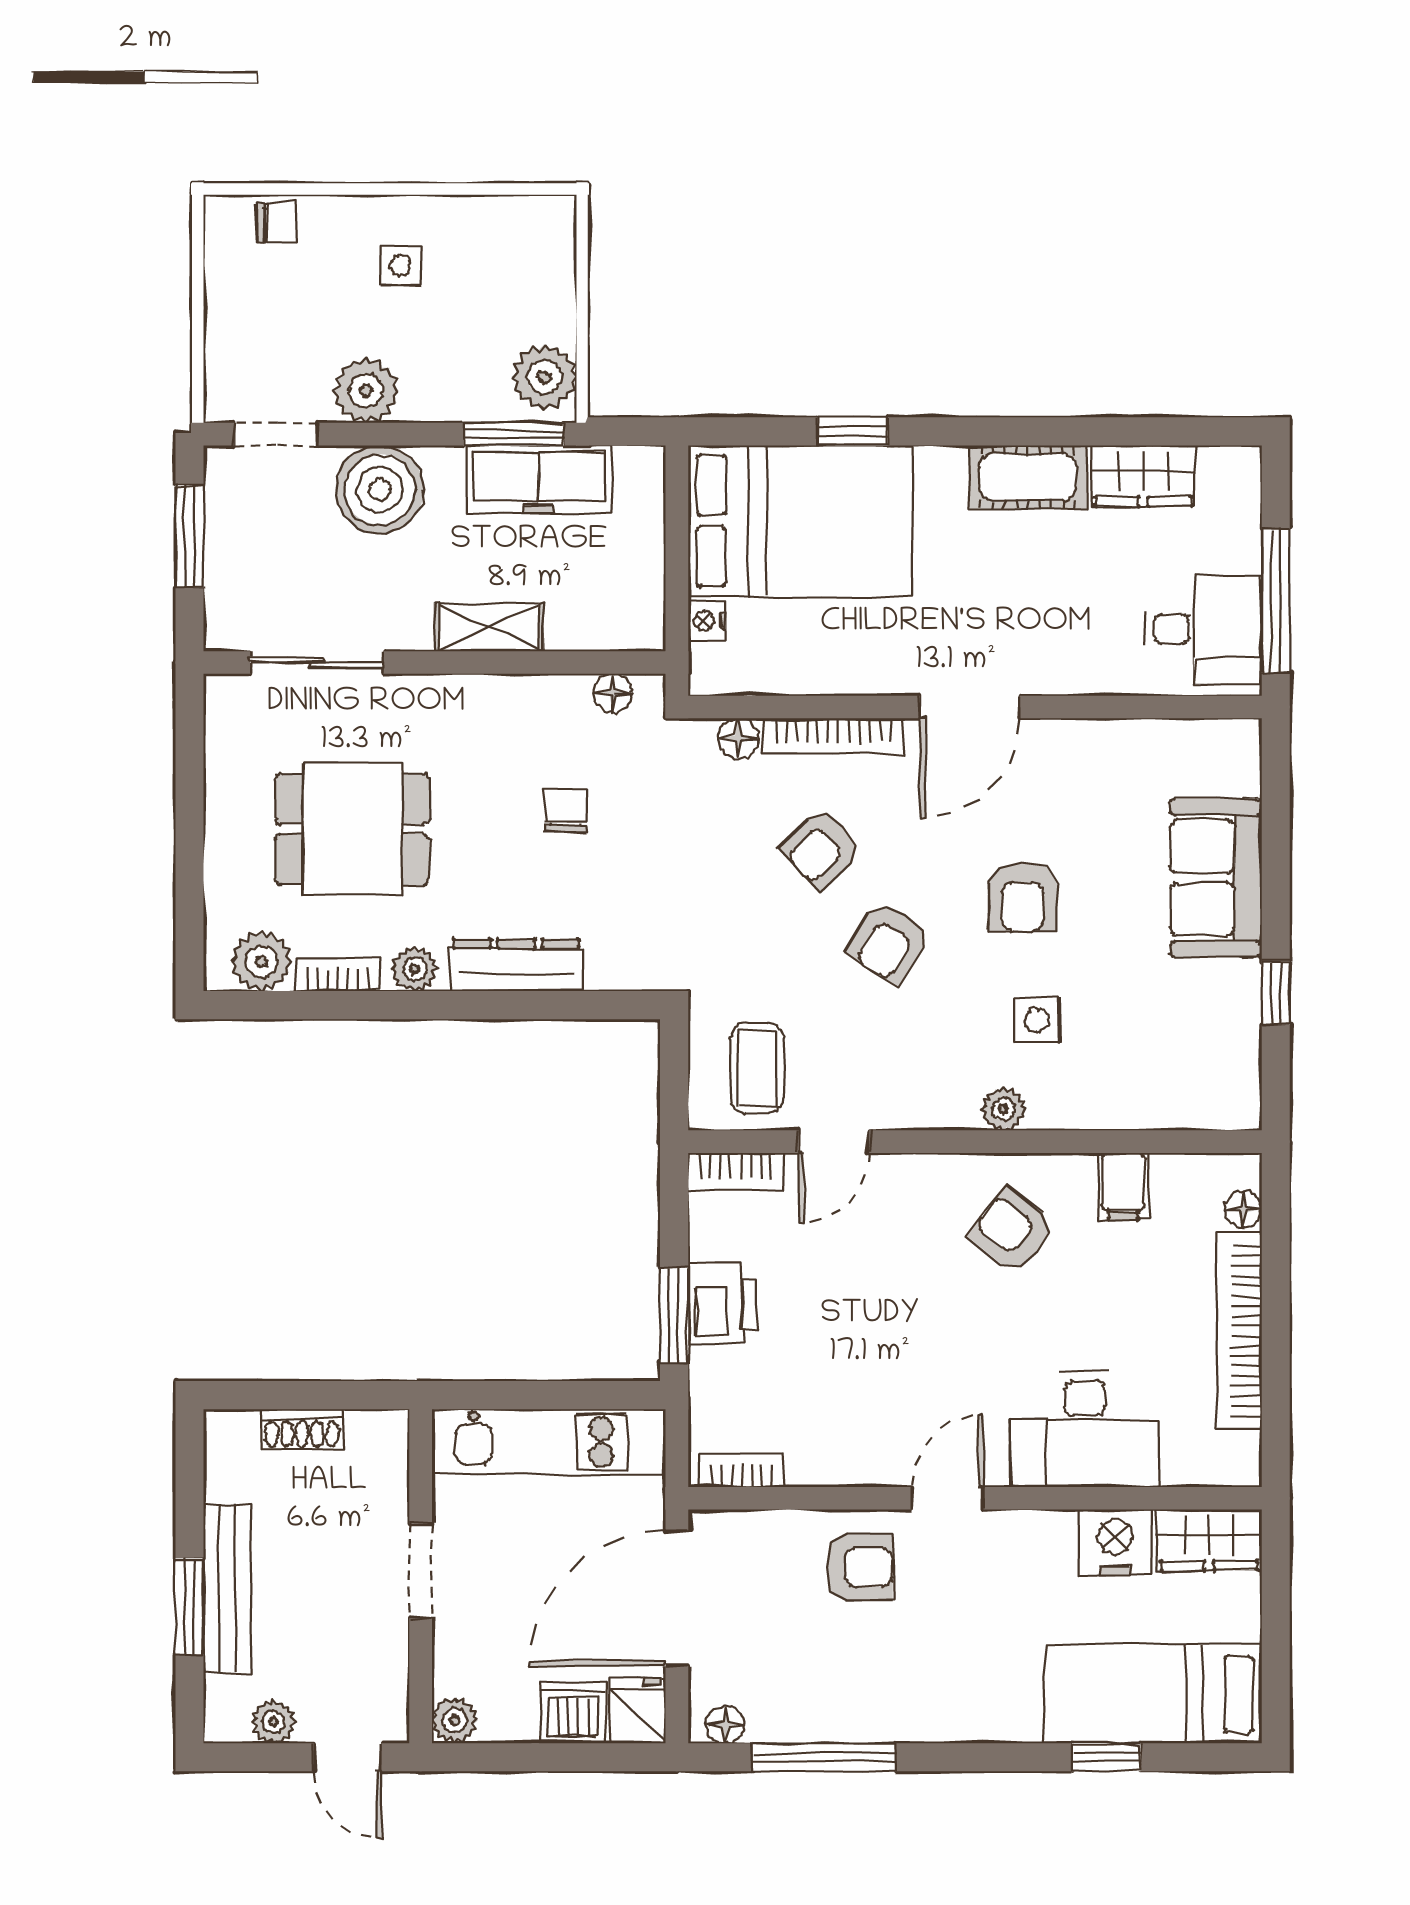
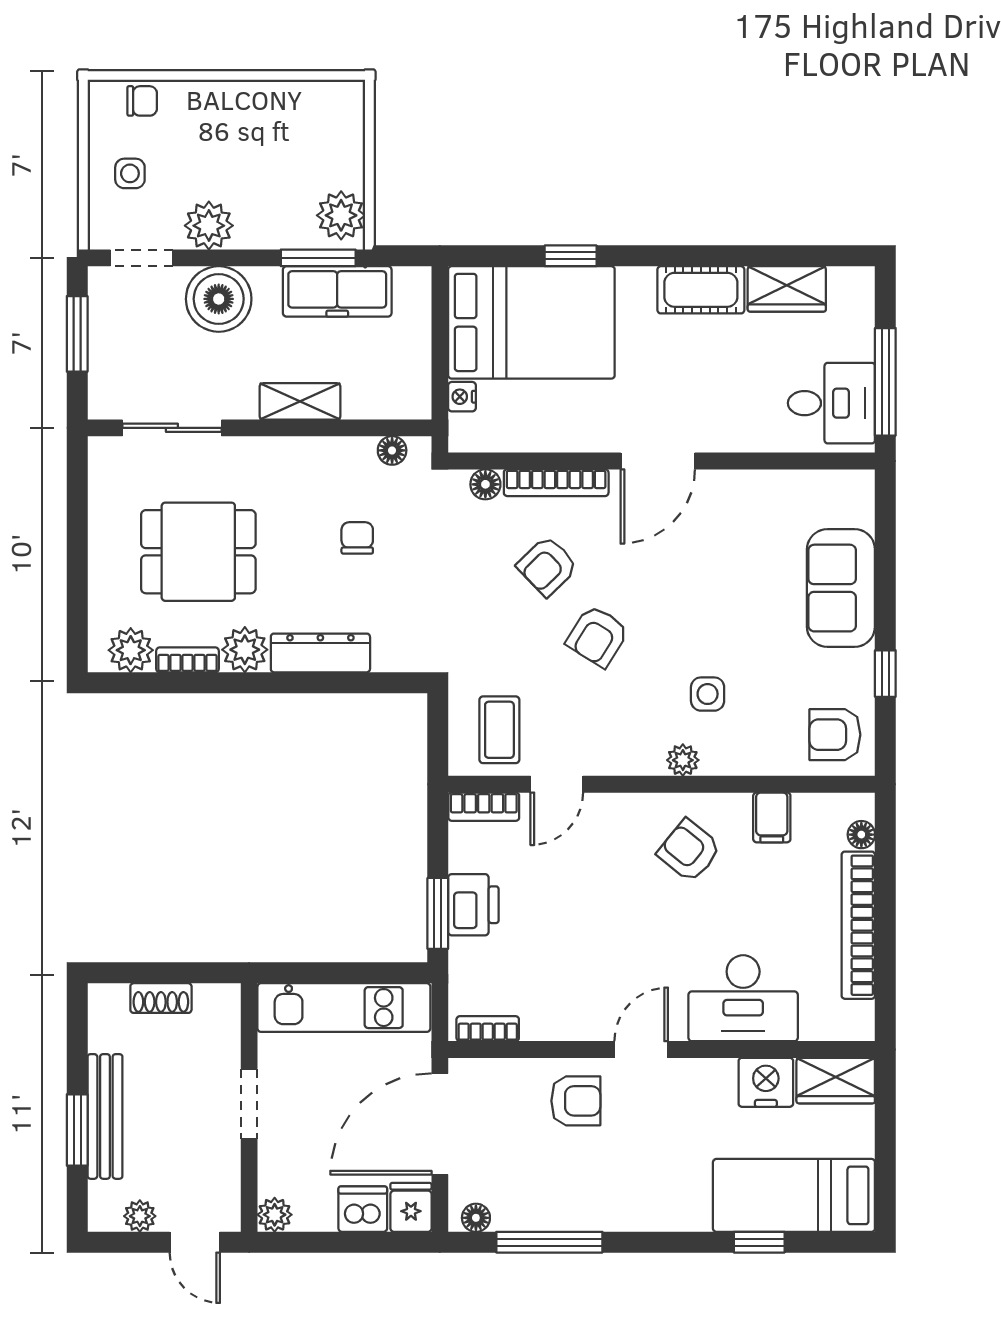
side table: (400, 265) -> (130, 173), moved
armchair: (1023, 897) -> (835, 735), moved, turned 90
plant: (415, 969) -> (245, 650), width x1.38, depth x1.38

